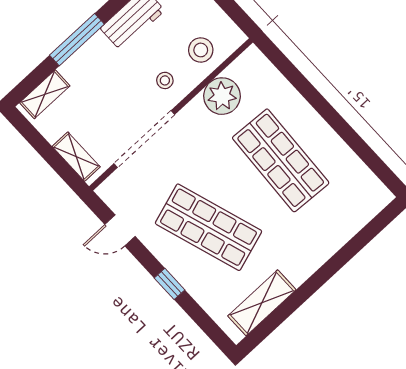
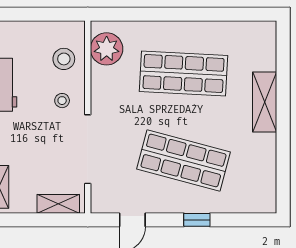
plant: (222, 96) -> (107, 49), moved
shop shelf: (209, 227) -> (184, 160), turned 33
shelving: (262, 303) -> (265, 102), moved

